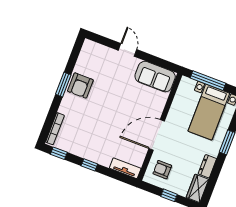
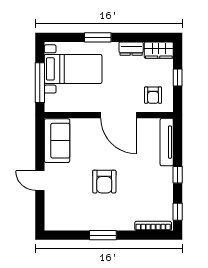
door: (128, 50) -> (40, 181), hinge flipped
armchair: (80, 86) -> (104, 182), moved, turned 90
tv unit: (125, 168) -> (167, 142), width x1.41

